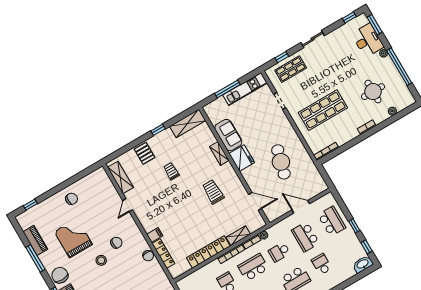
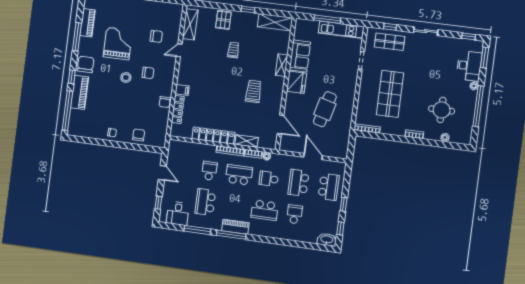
shop shelf: (323, 110) -> (390, 94), turned 90
chair: (72, 199) -> (156, 36), moved

